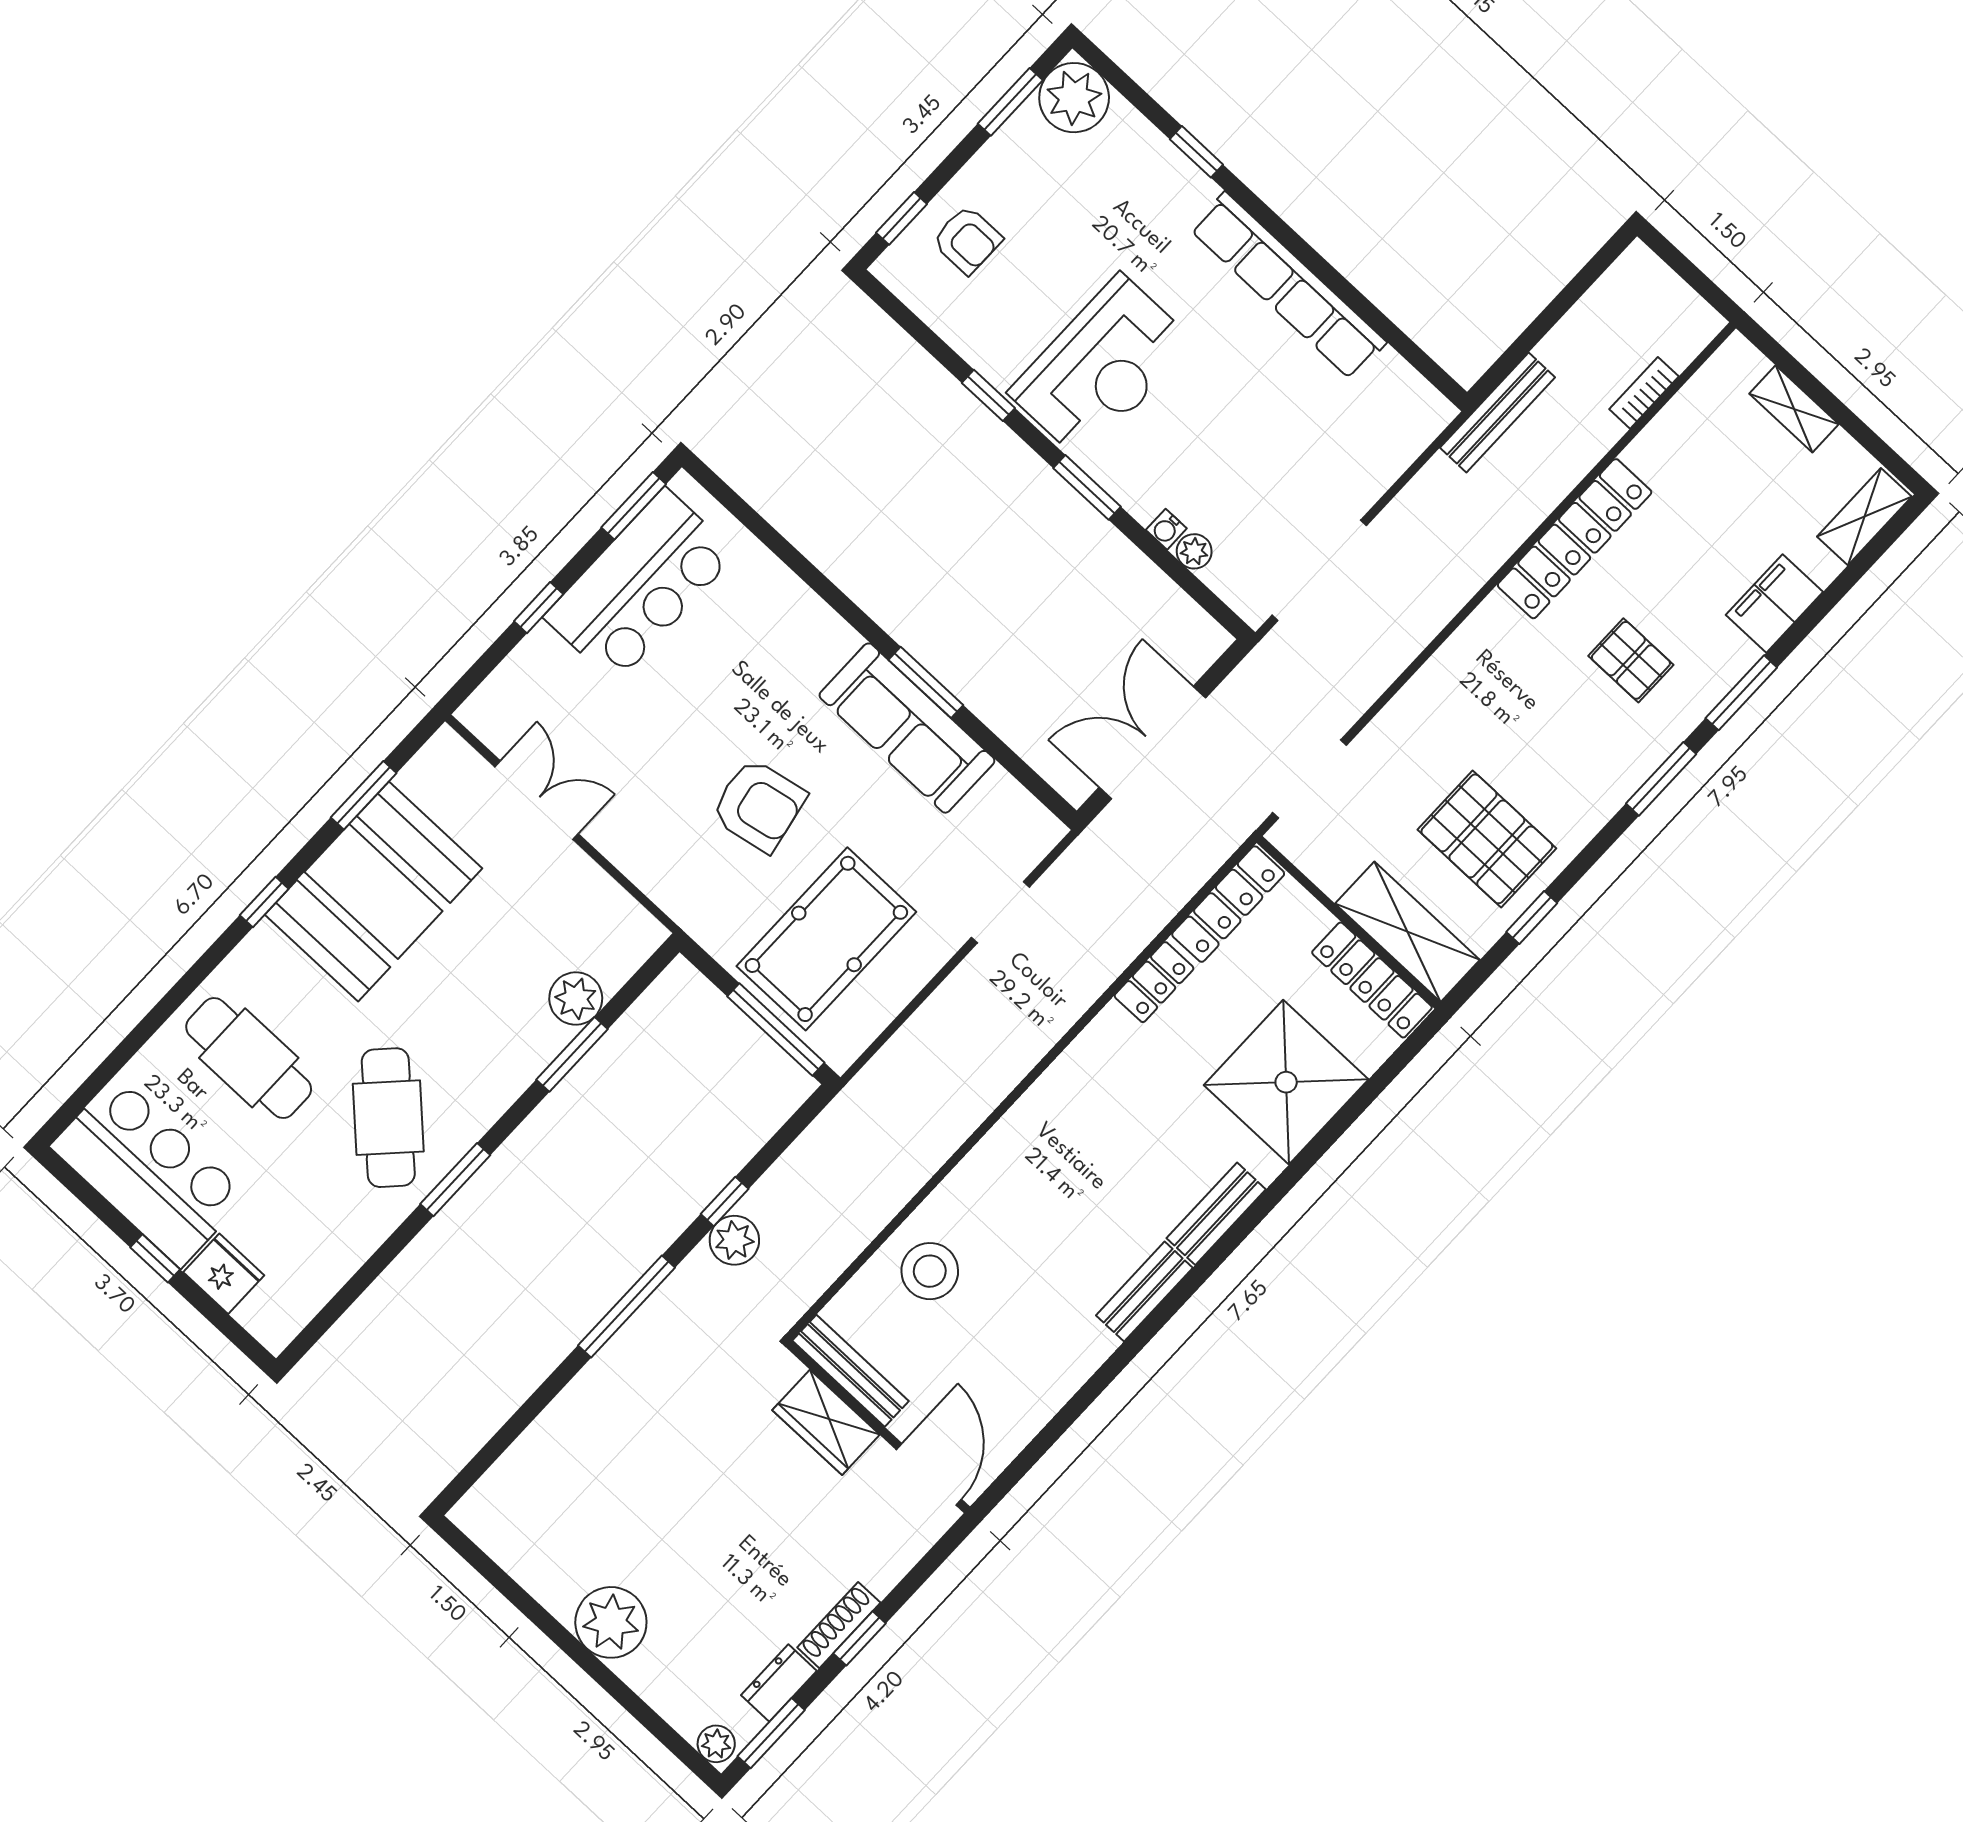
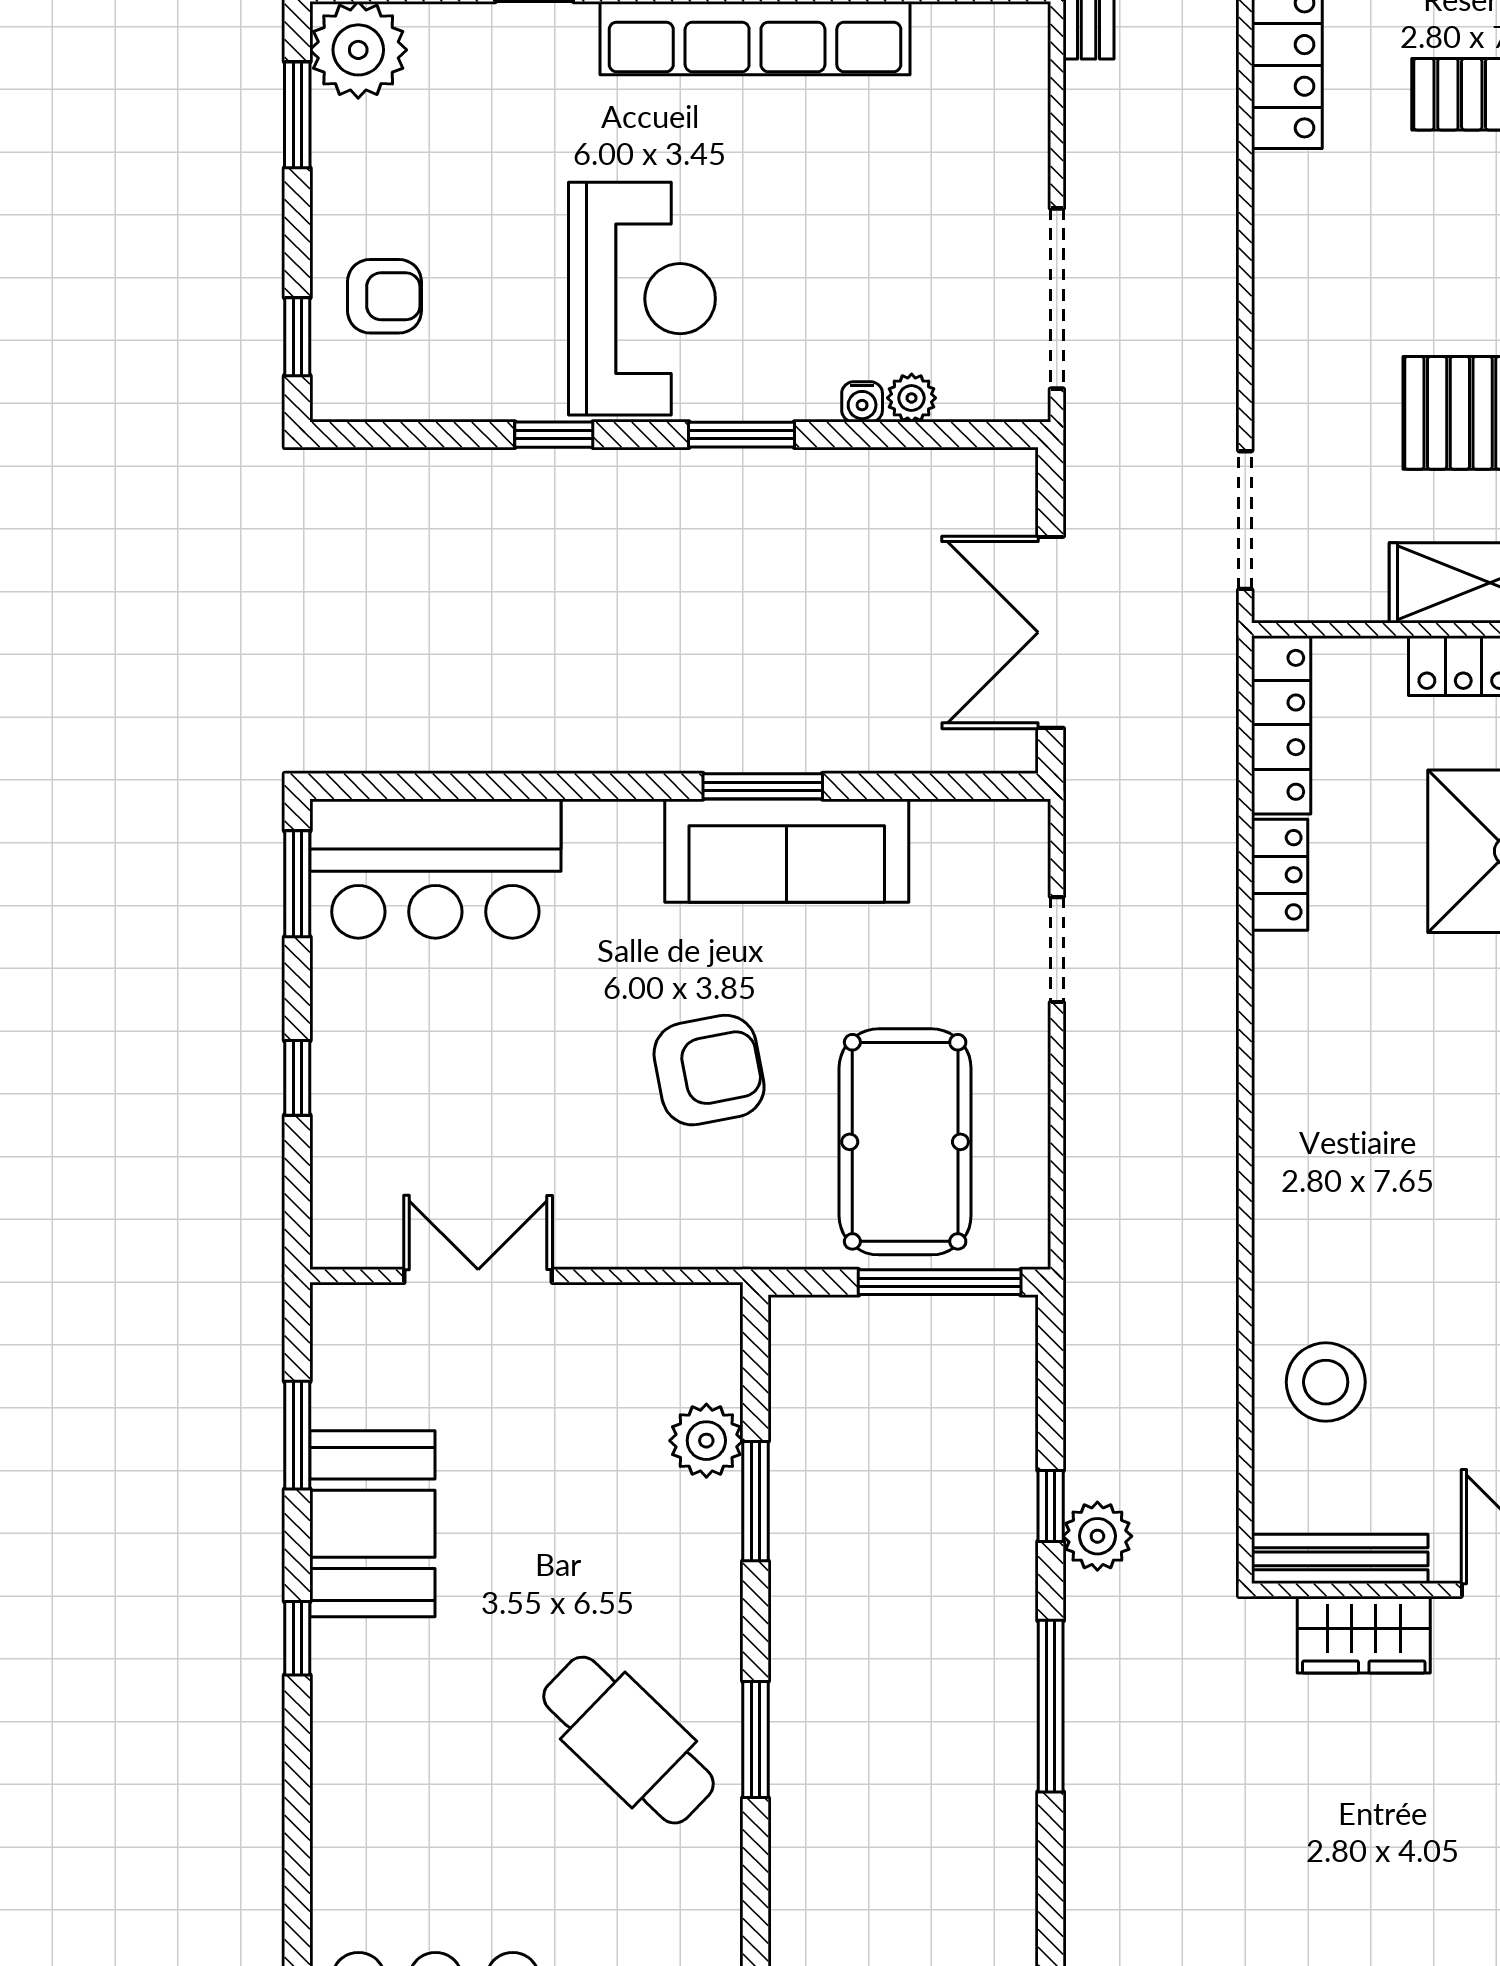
bar counter: (640, 585) -> (435, 869), moved, turned 90
booth: (373, 892) -> (372, 1524), width x0.73, depth x0.70
cafe table: (249, 1058) -> (430, 1812), removed

